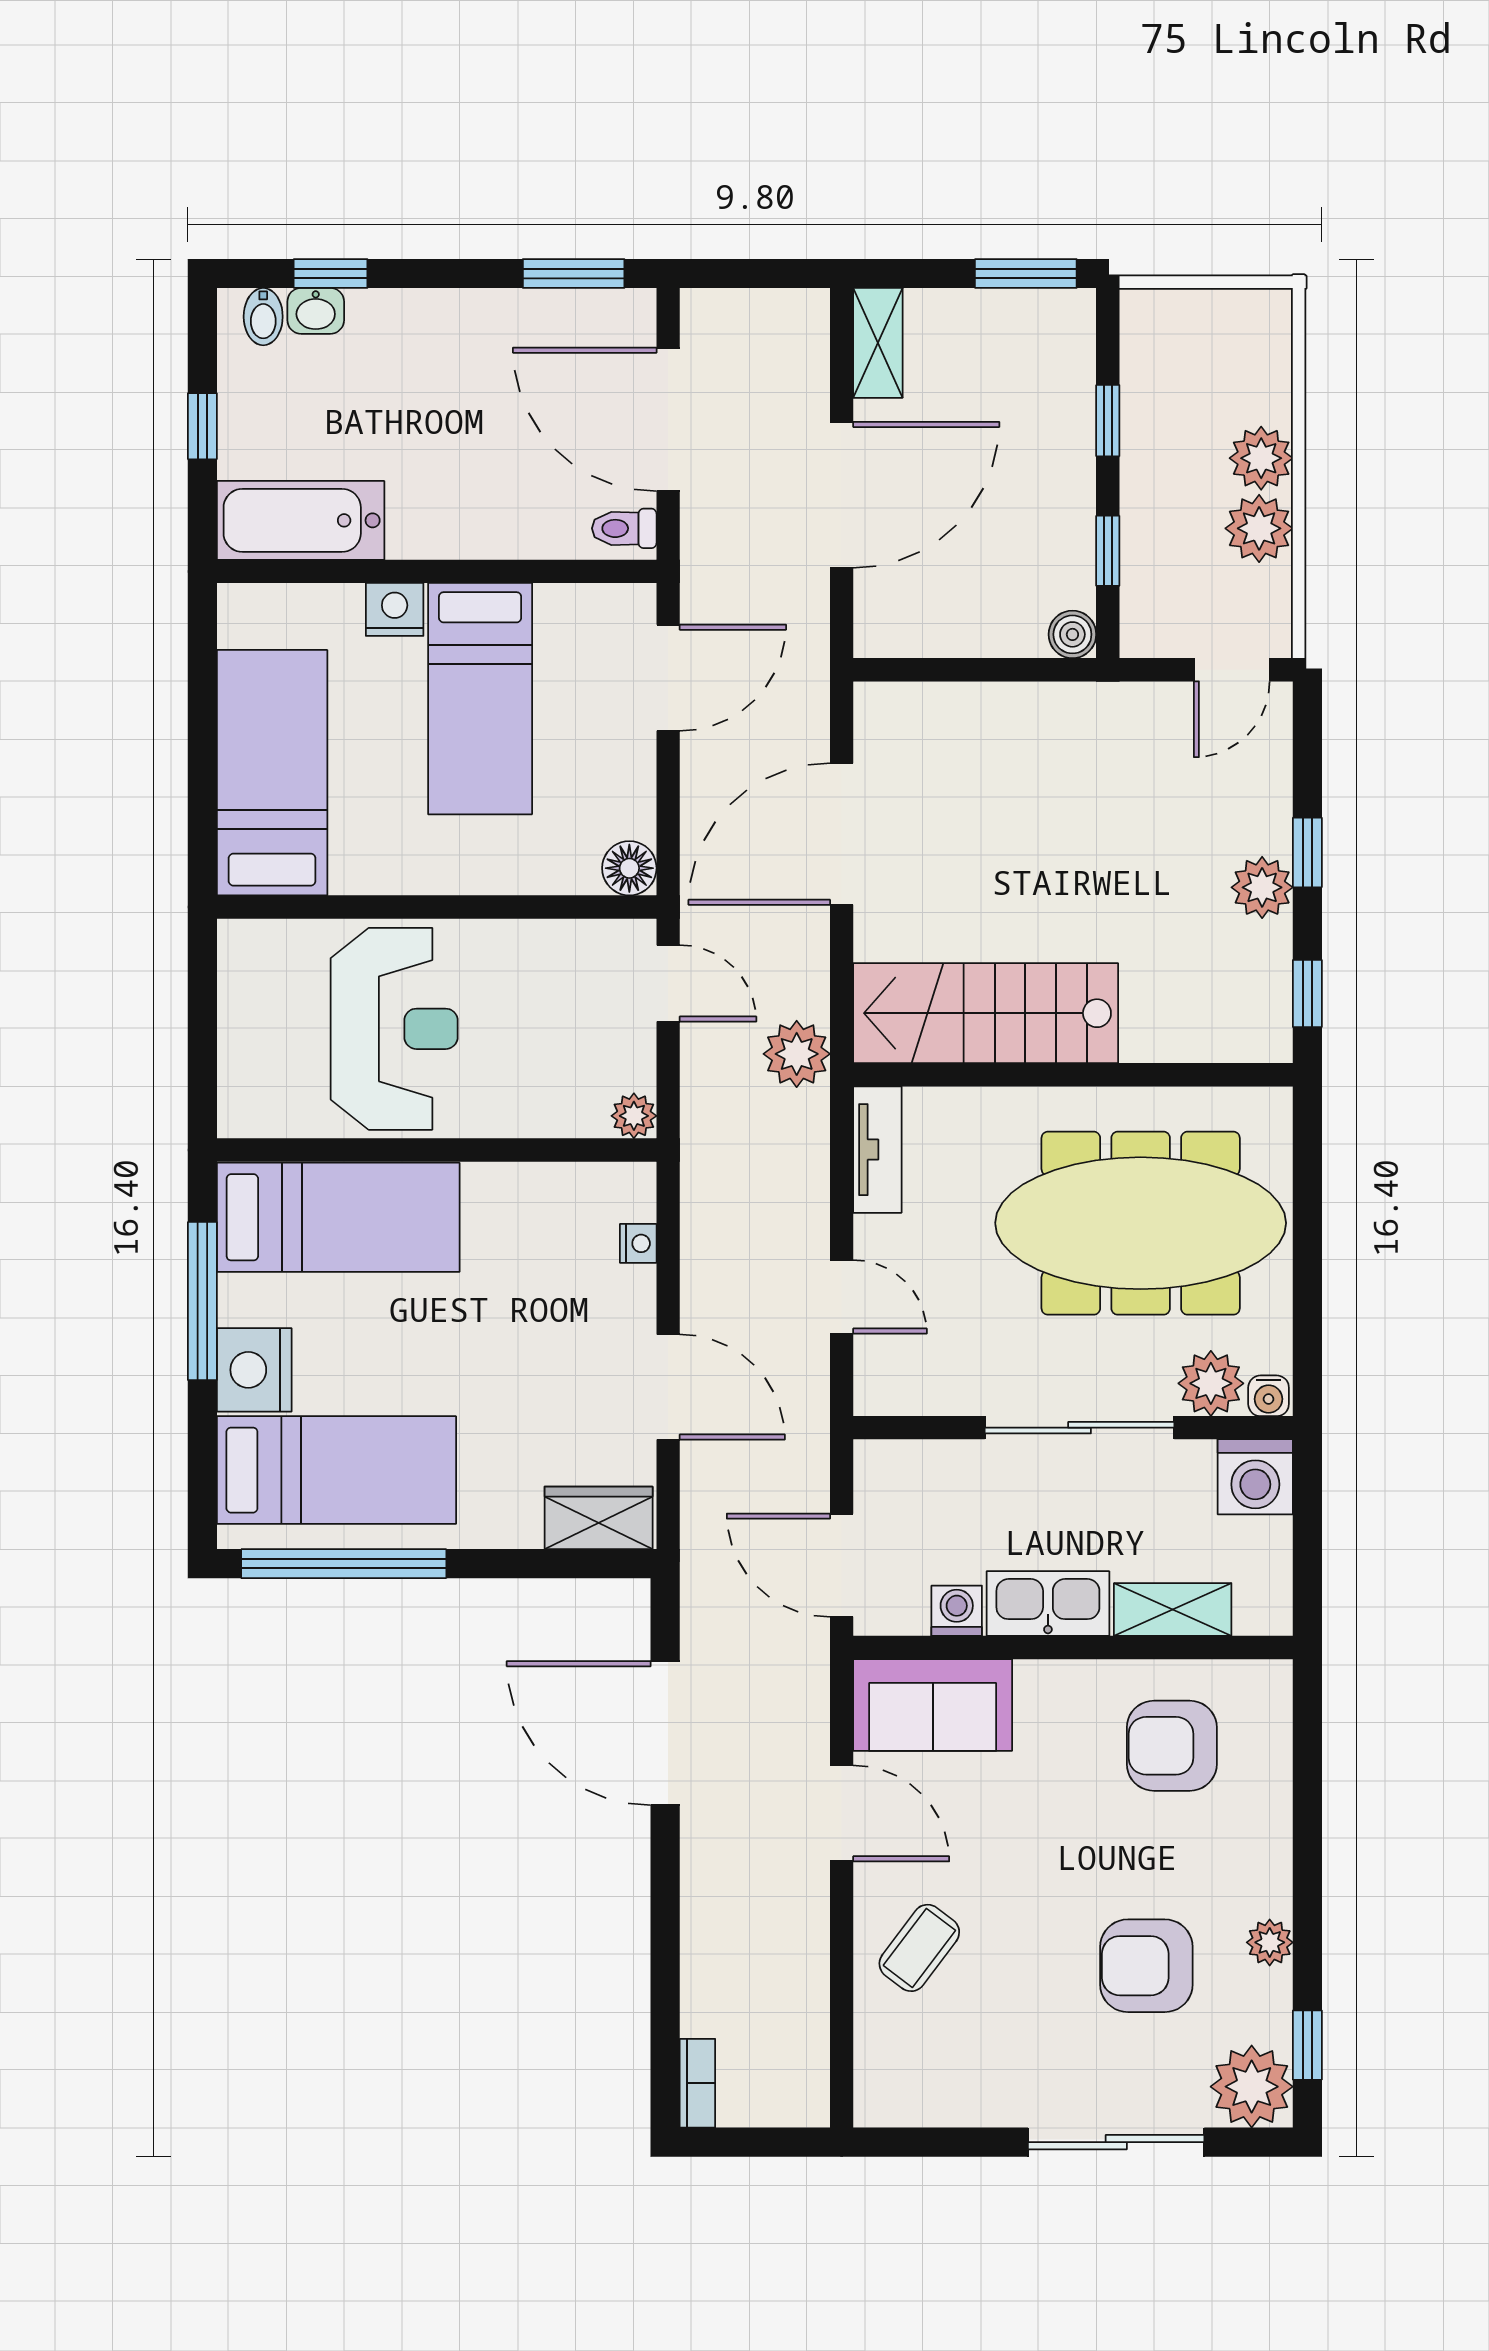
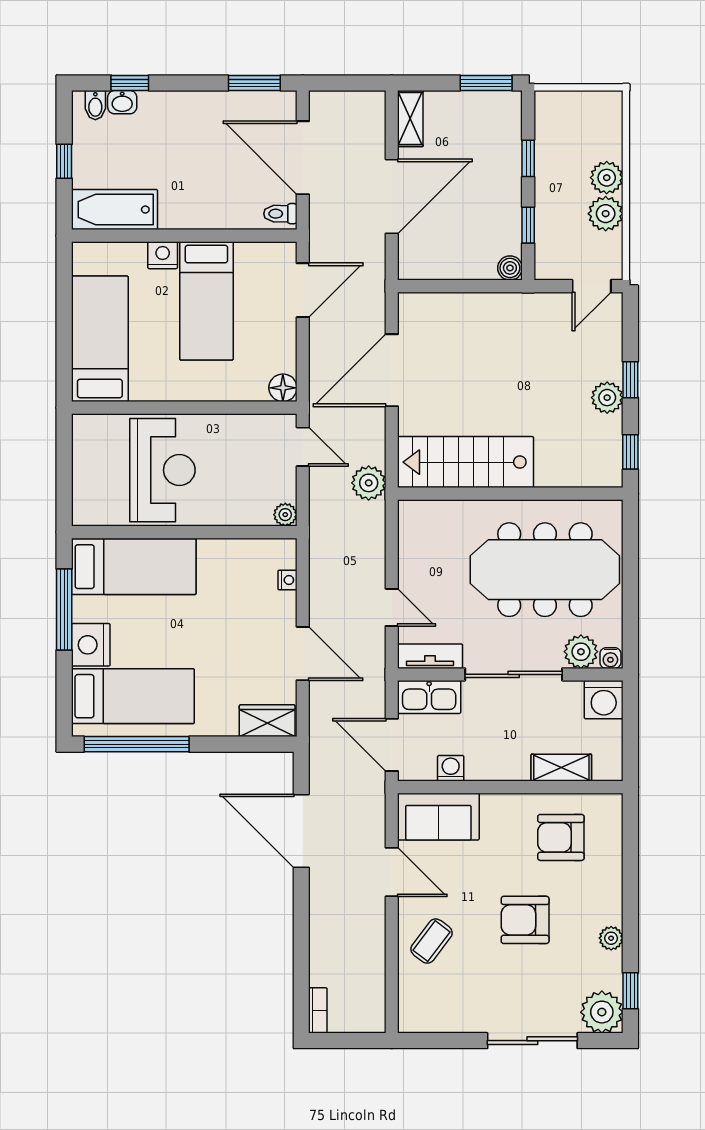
tv unit: (877, 1150) -> (430, 656), moved, turned -90
kitchen sink: (1048, 1604) -> (429, 697), moved, turned 180
armchair: (1146, 1966) -> (525, 920), moved

